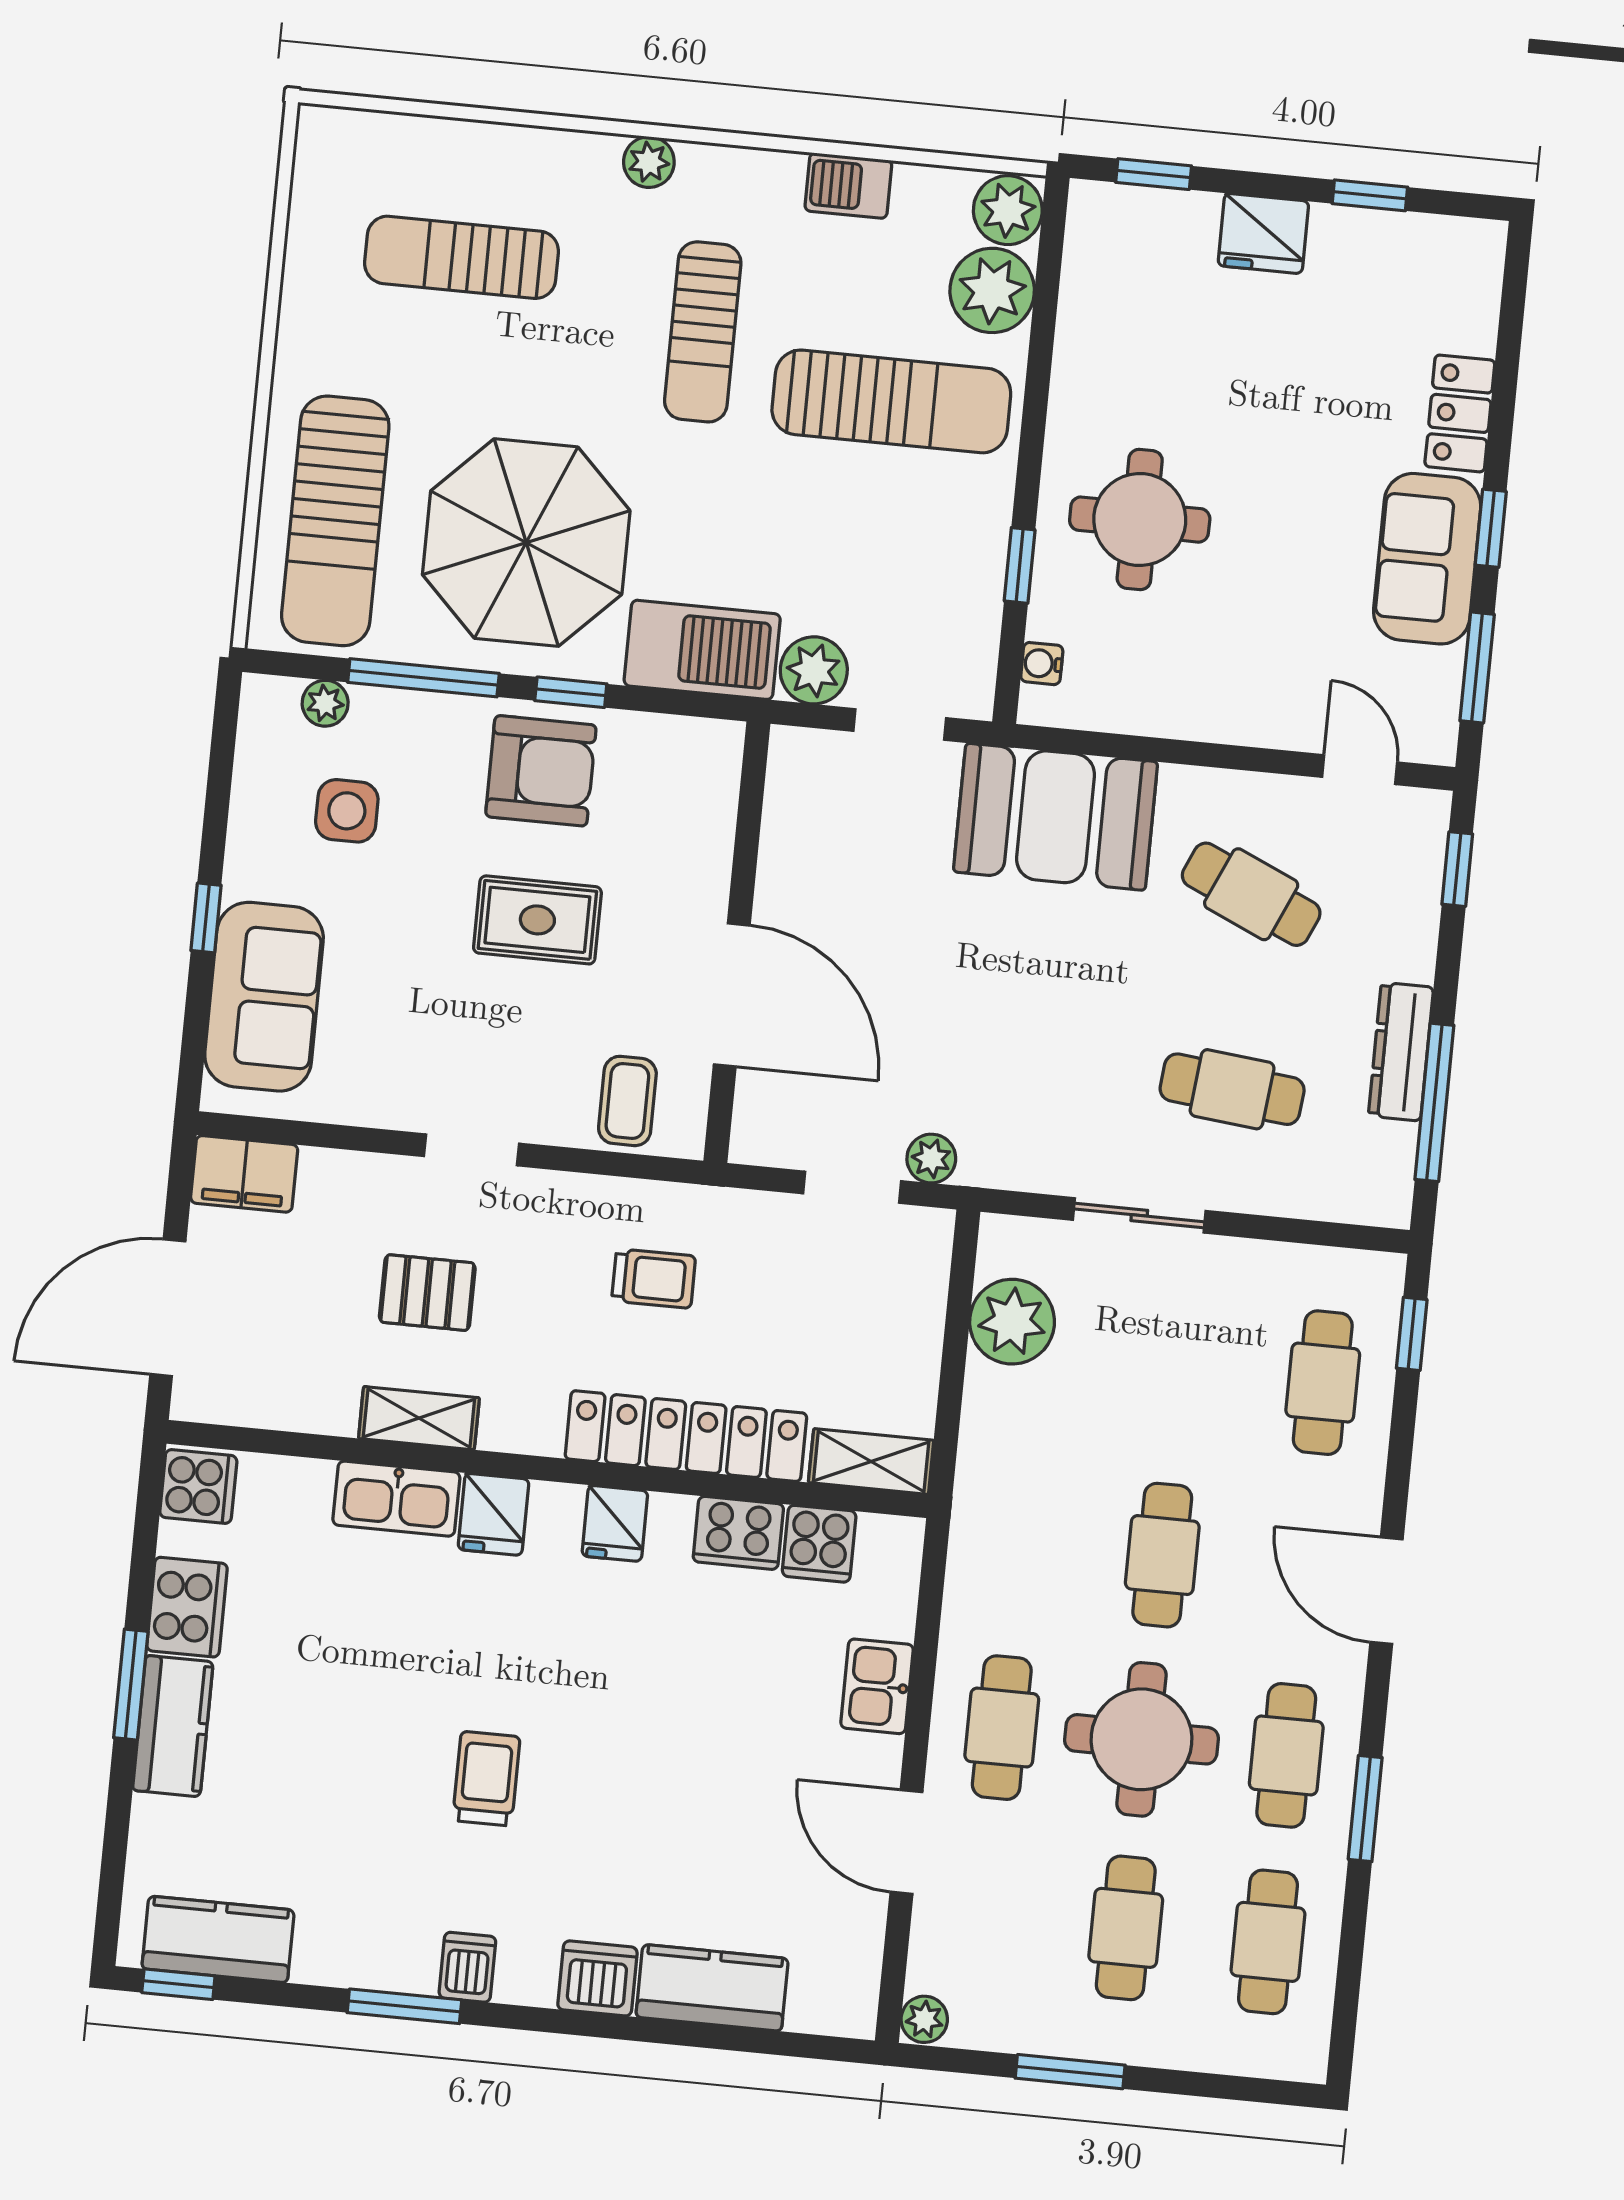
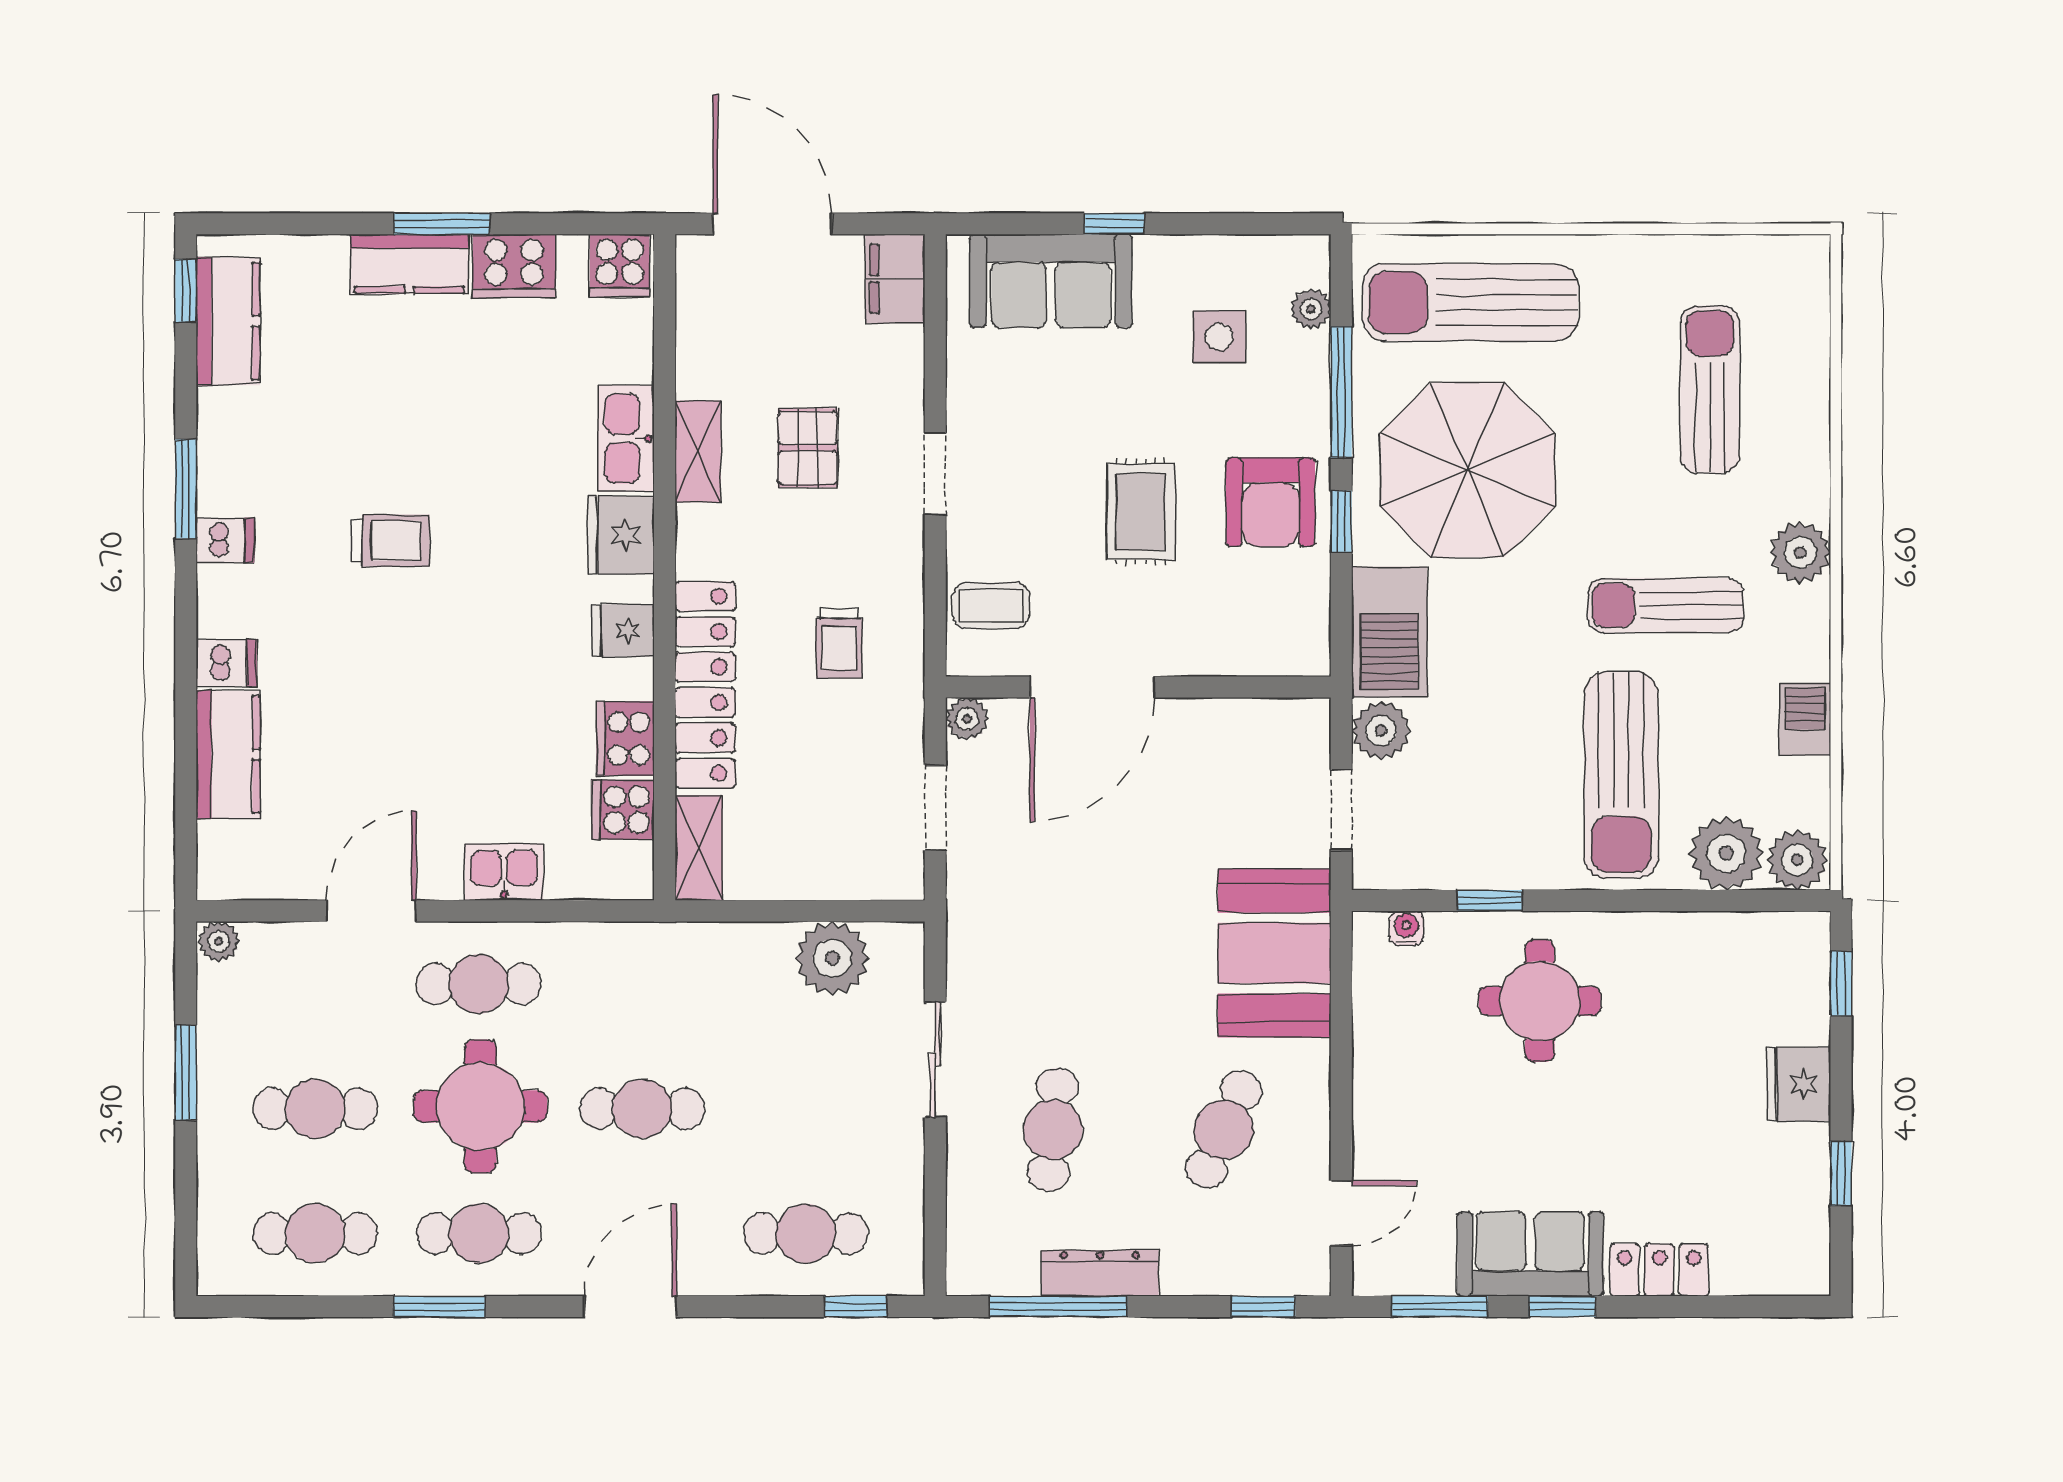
plant: (649, 162) -> (1800, 552), width x1.38, depth x1.38
plant: (931, 1159) -> (967, 719), moved
fridge: (493, 1514) -> (621, 535), width x1.38
dishwasher: (597, 1978) -> (226, 663), width x0.73

